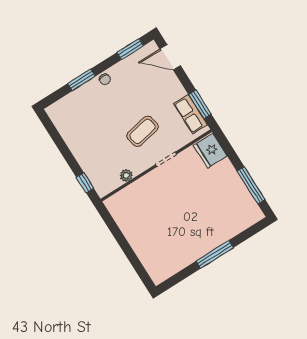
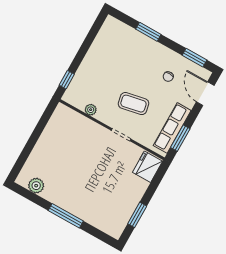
chair: (105, 79) -> (168, 77), moved
row of seats: (191, 114) -> (172, 128), width x1.48
window: (251, 185) -> (137, 215), width x0.69
plant: (171, 267) -> (36, 186), added

